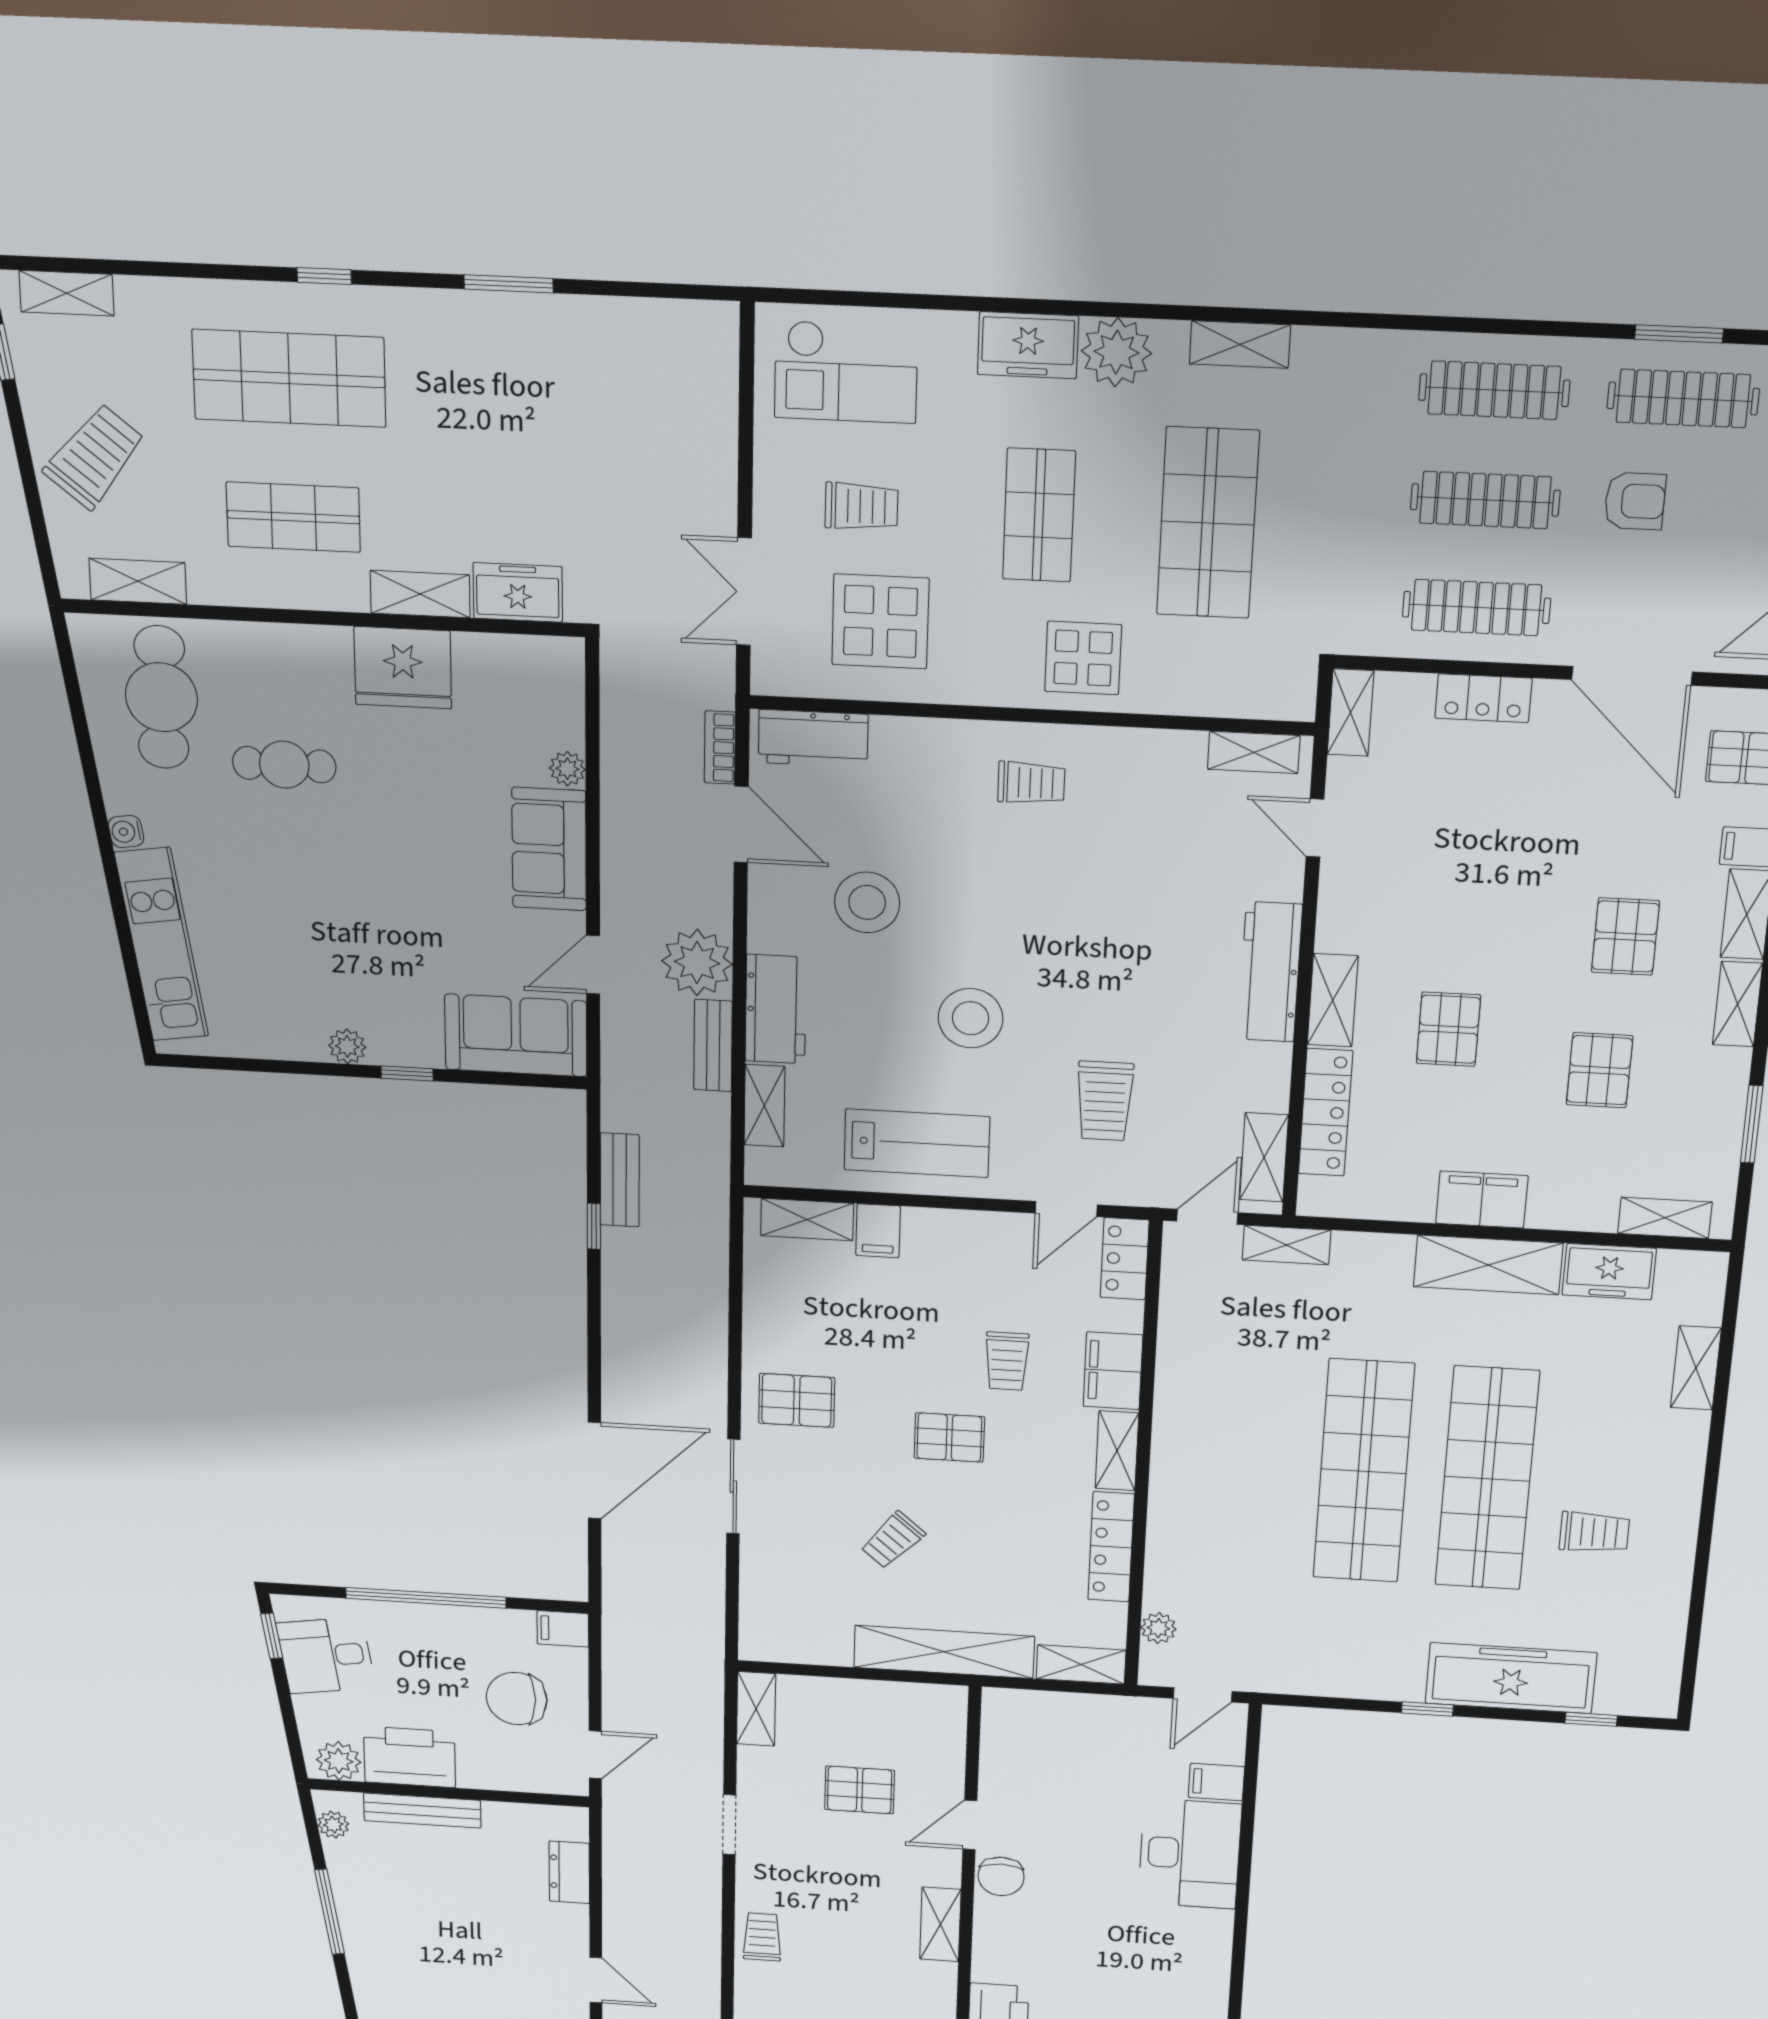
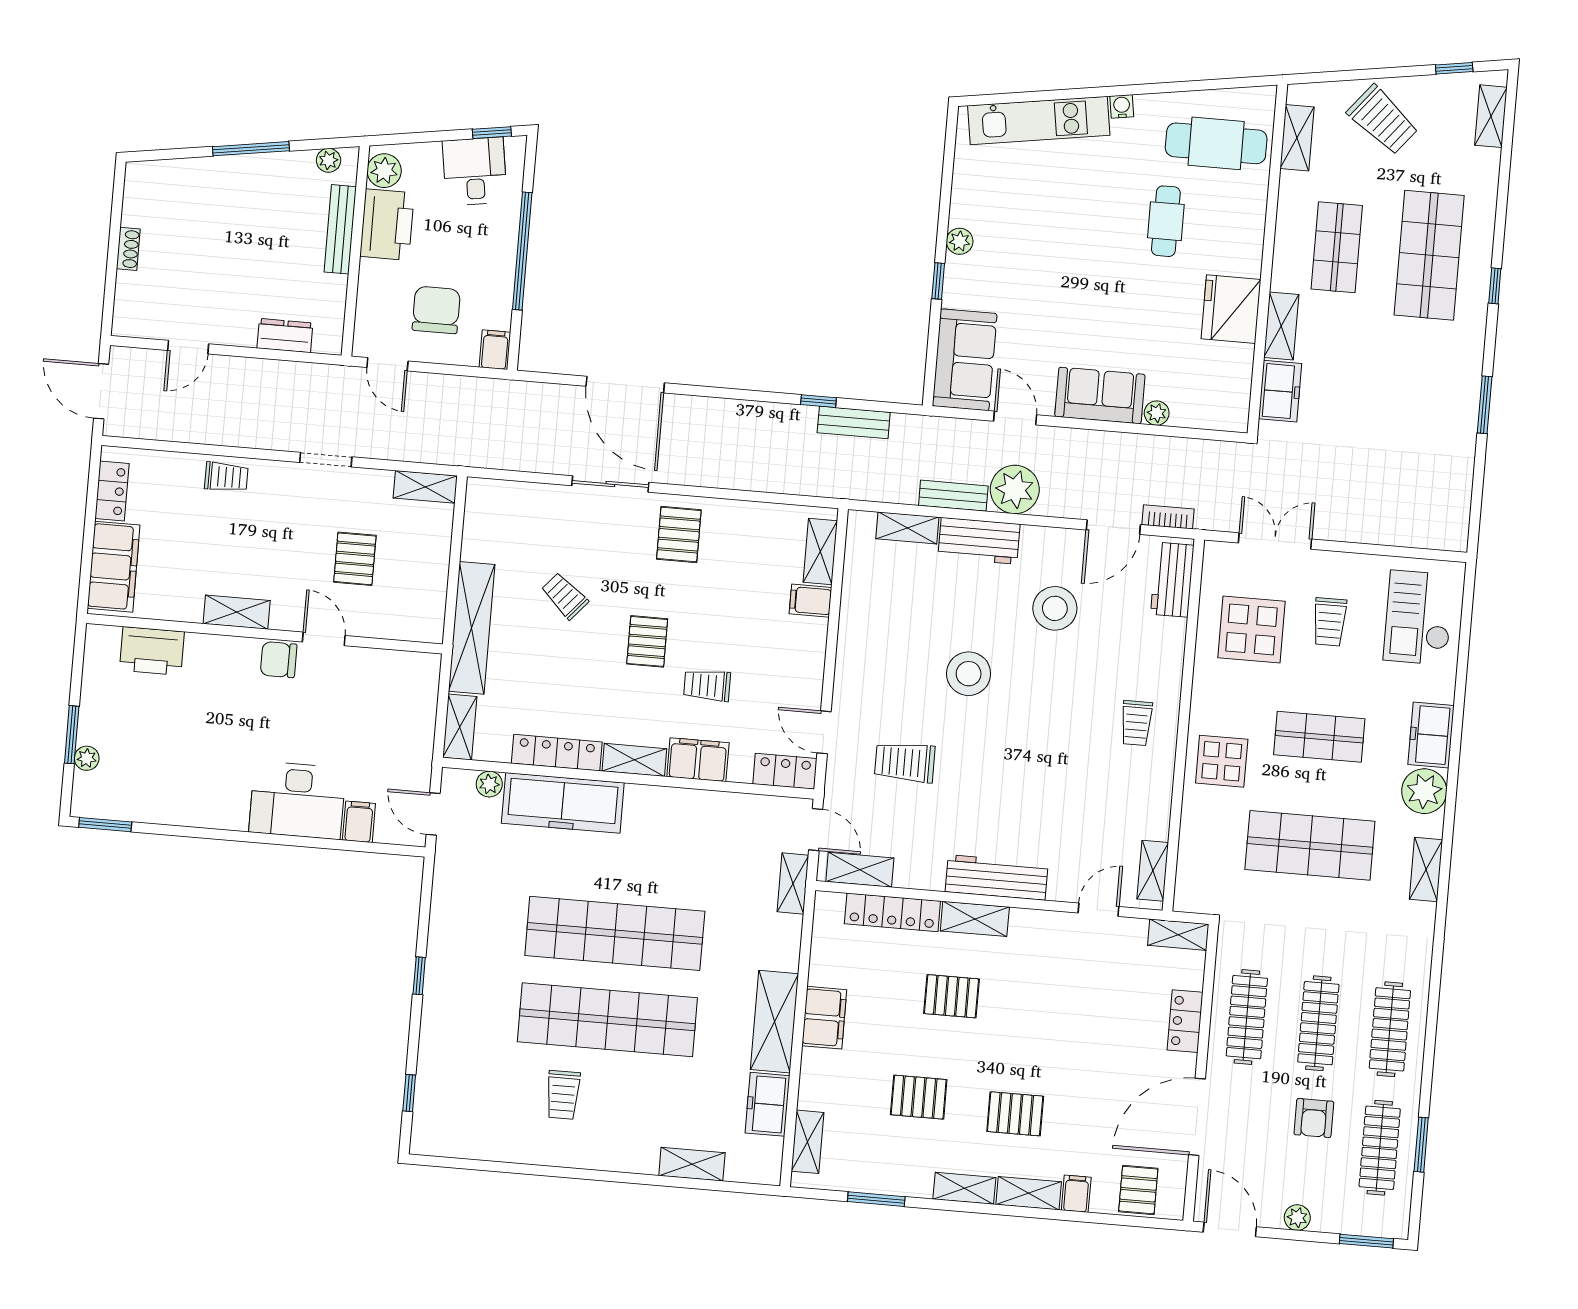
lab bench: (917, 1143) -> (876, 632), removed
freezer: (1511, 1678) -> (563, 803), moved, turned 90

